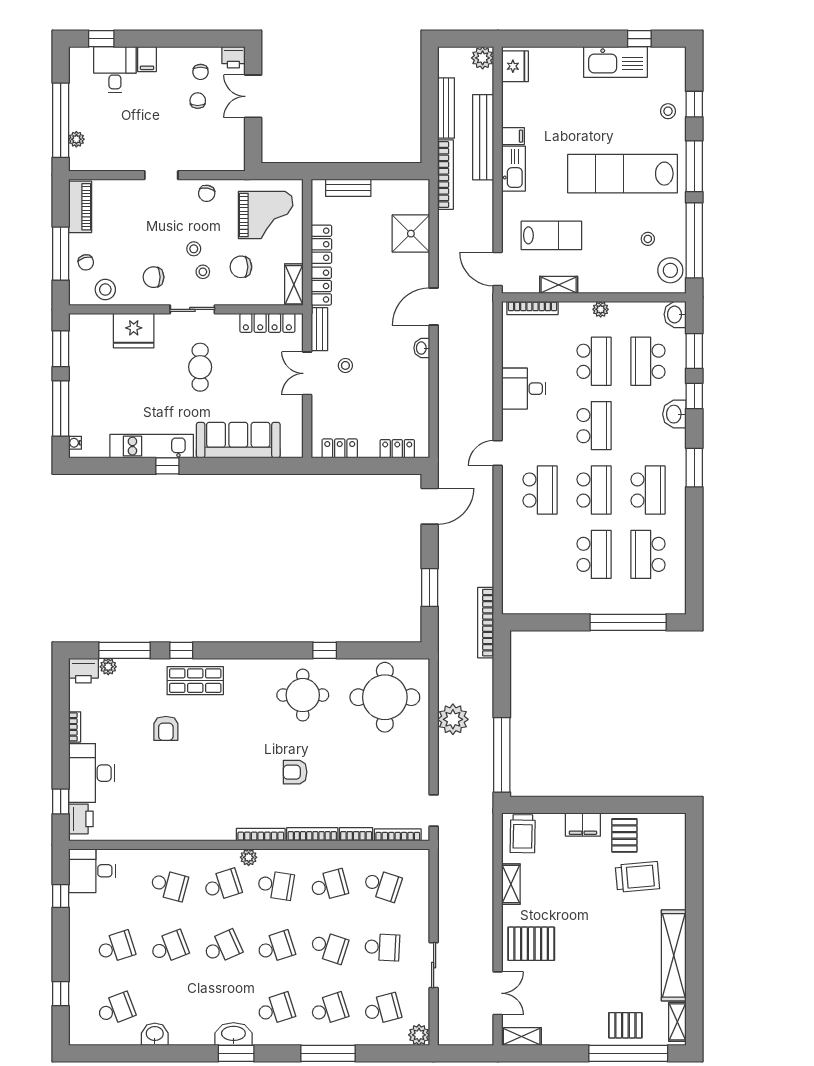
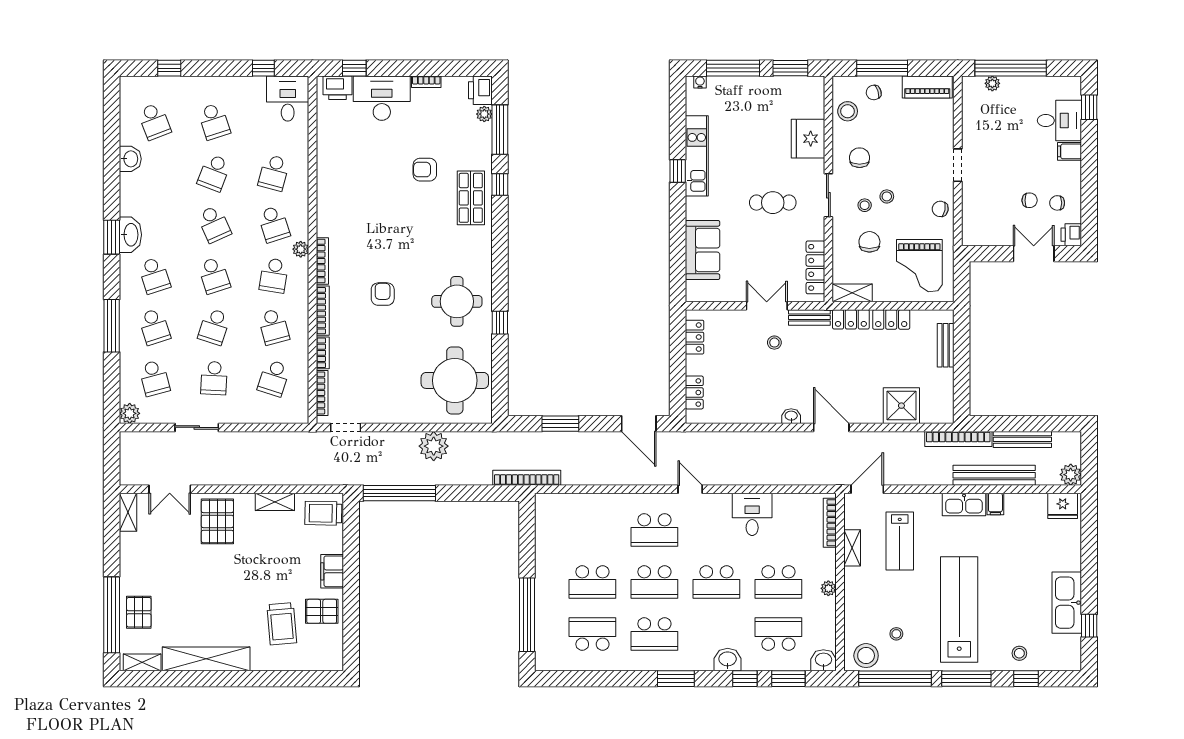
sofa: (238, 440) -> (703, 250), width x0.73
school desk: (169, 947) -> (214, 173), turned 42

